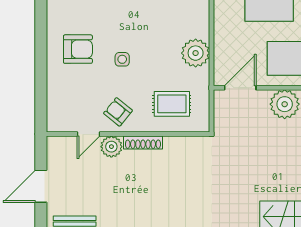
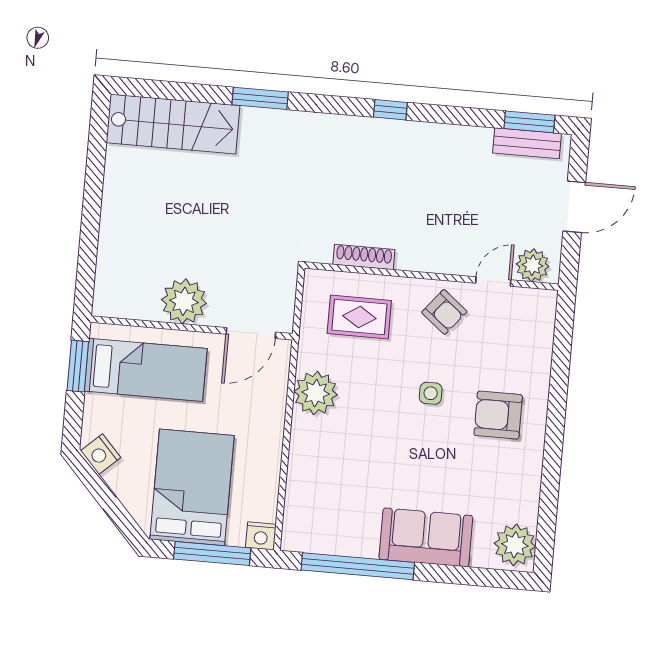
shoe rack: (143, 142) -> (364, 257), moved
plant: (111, 147) -> (533, 265), moved

